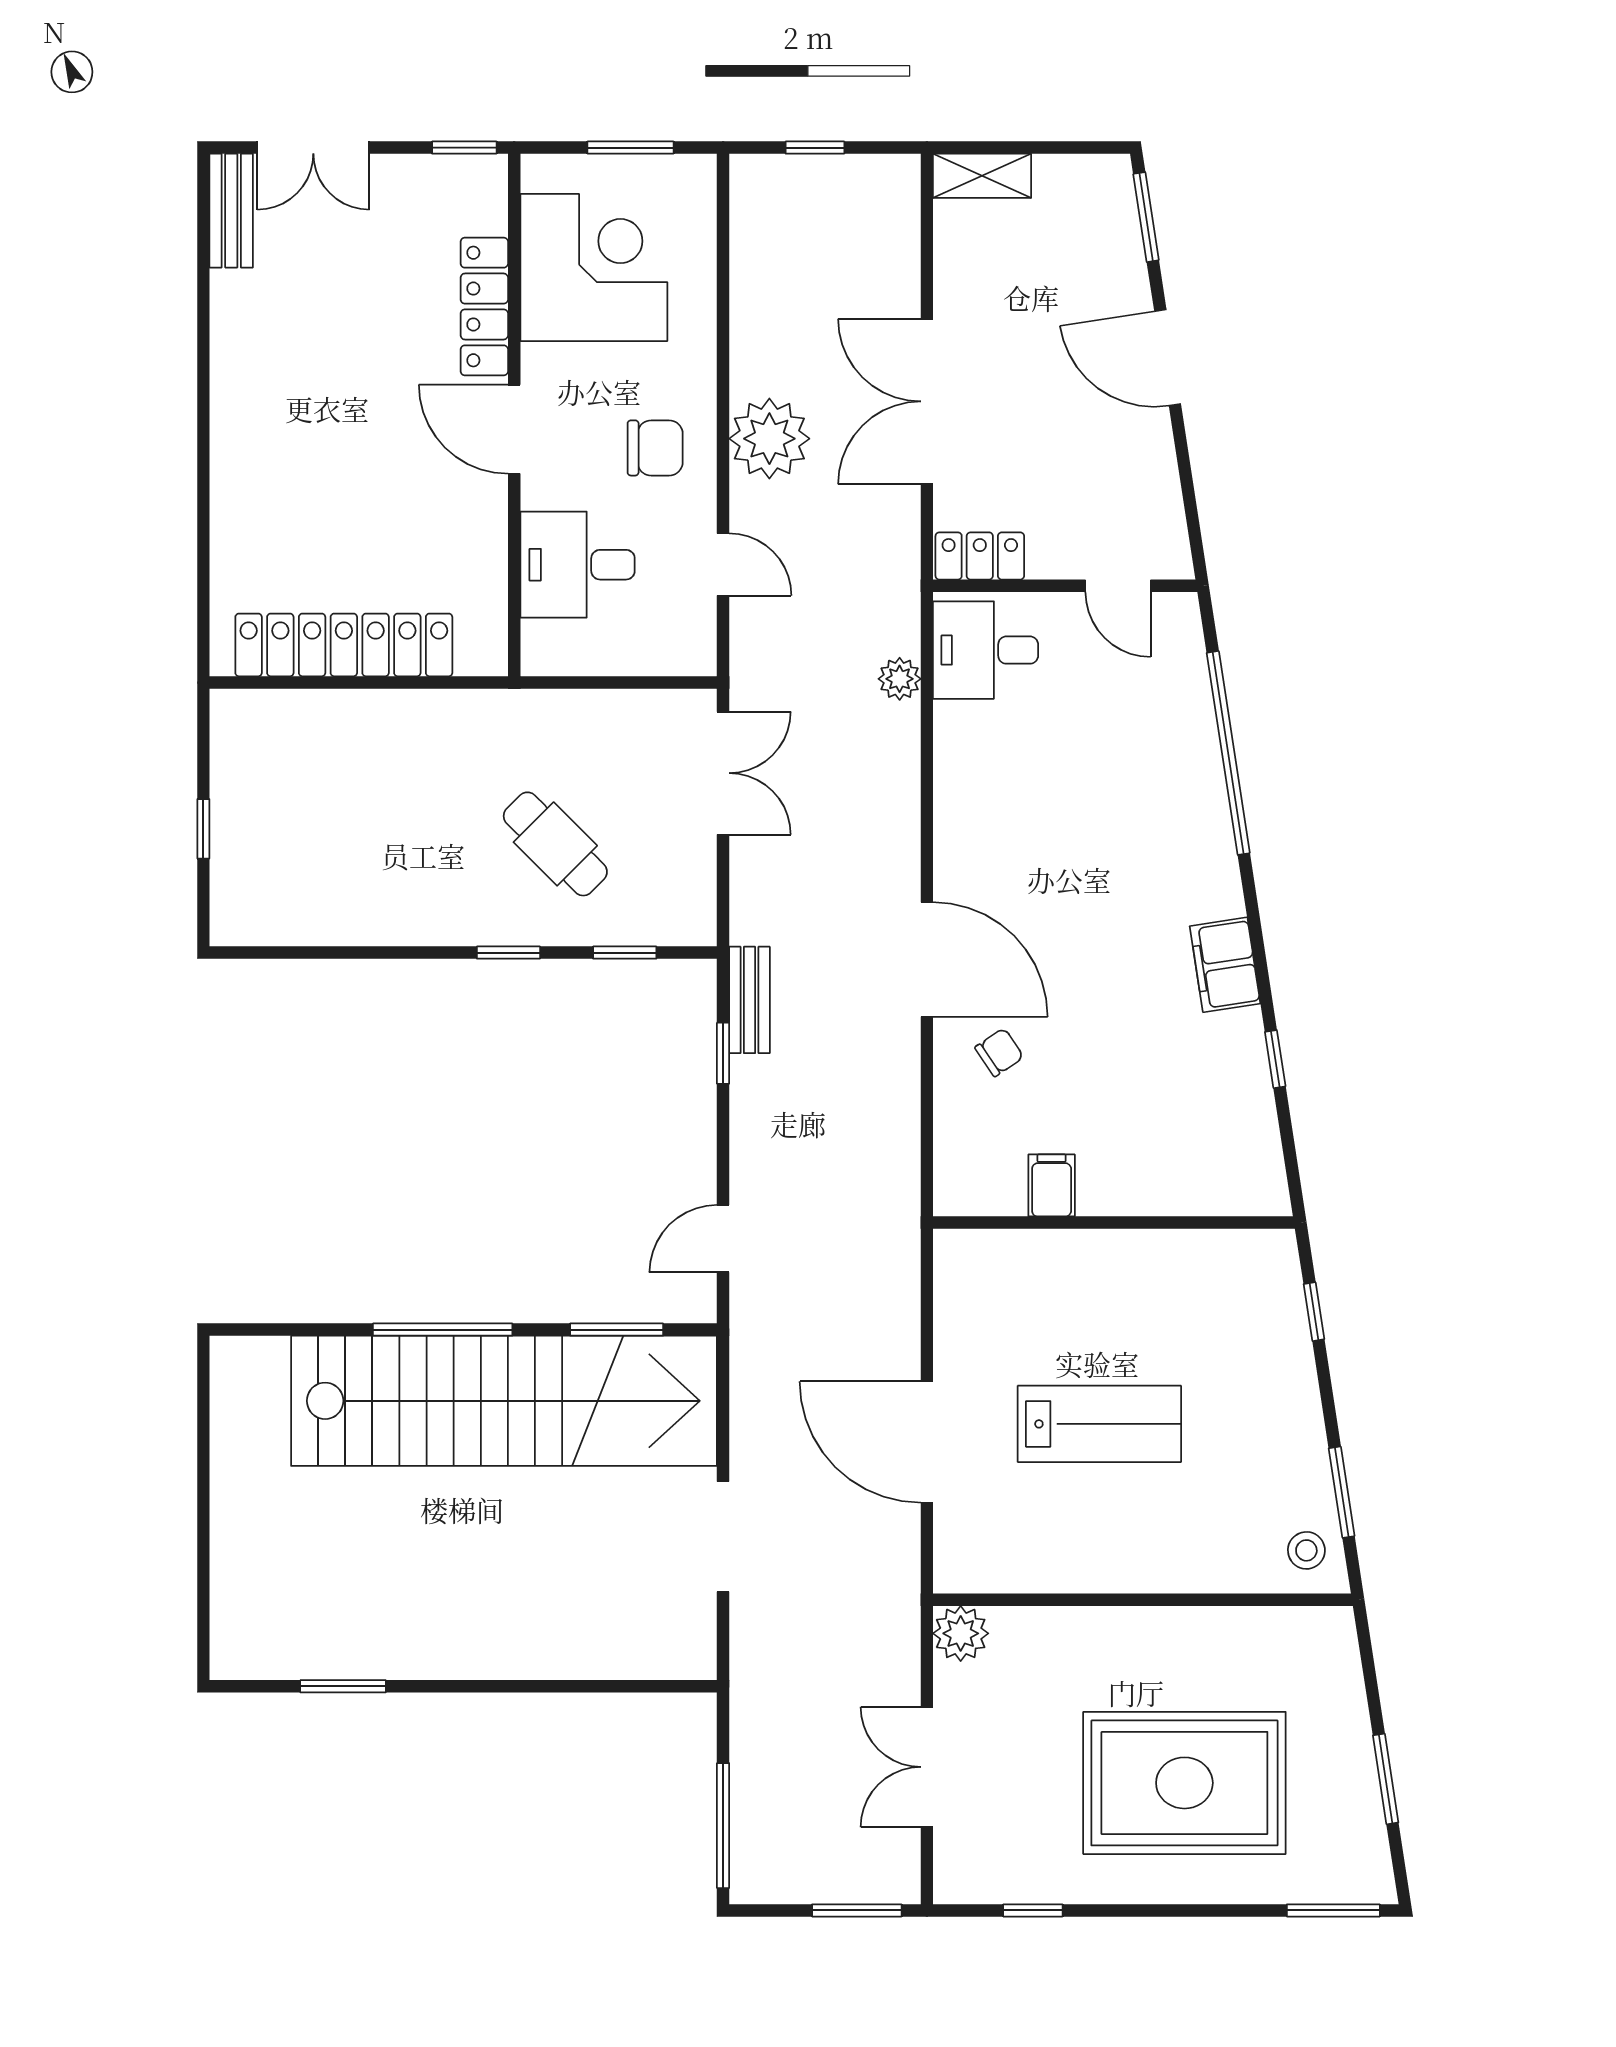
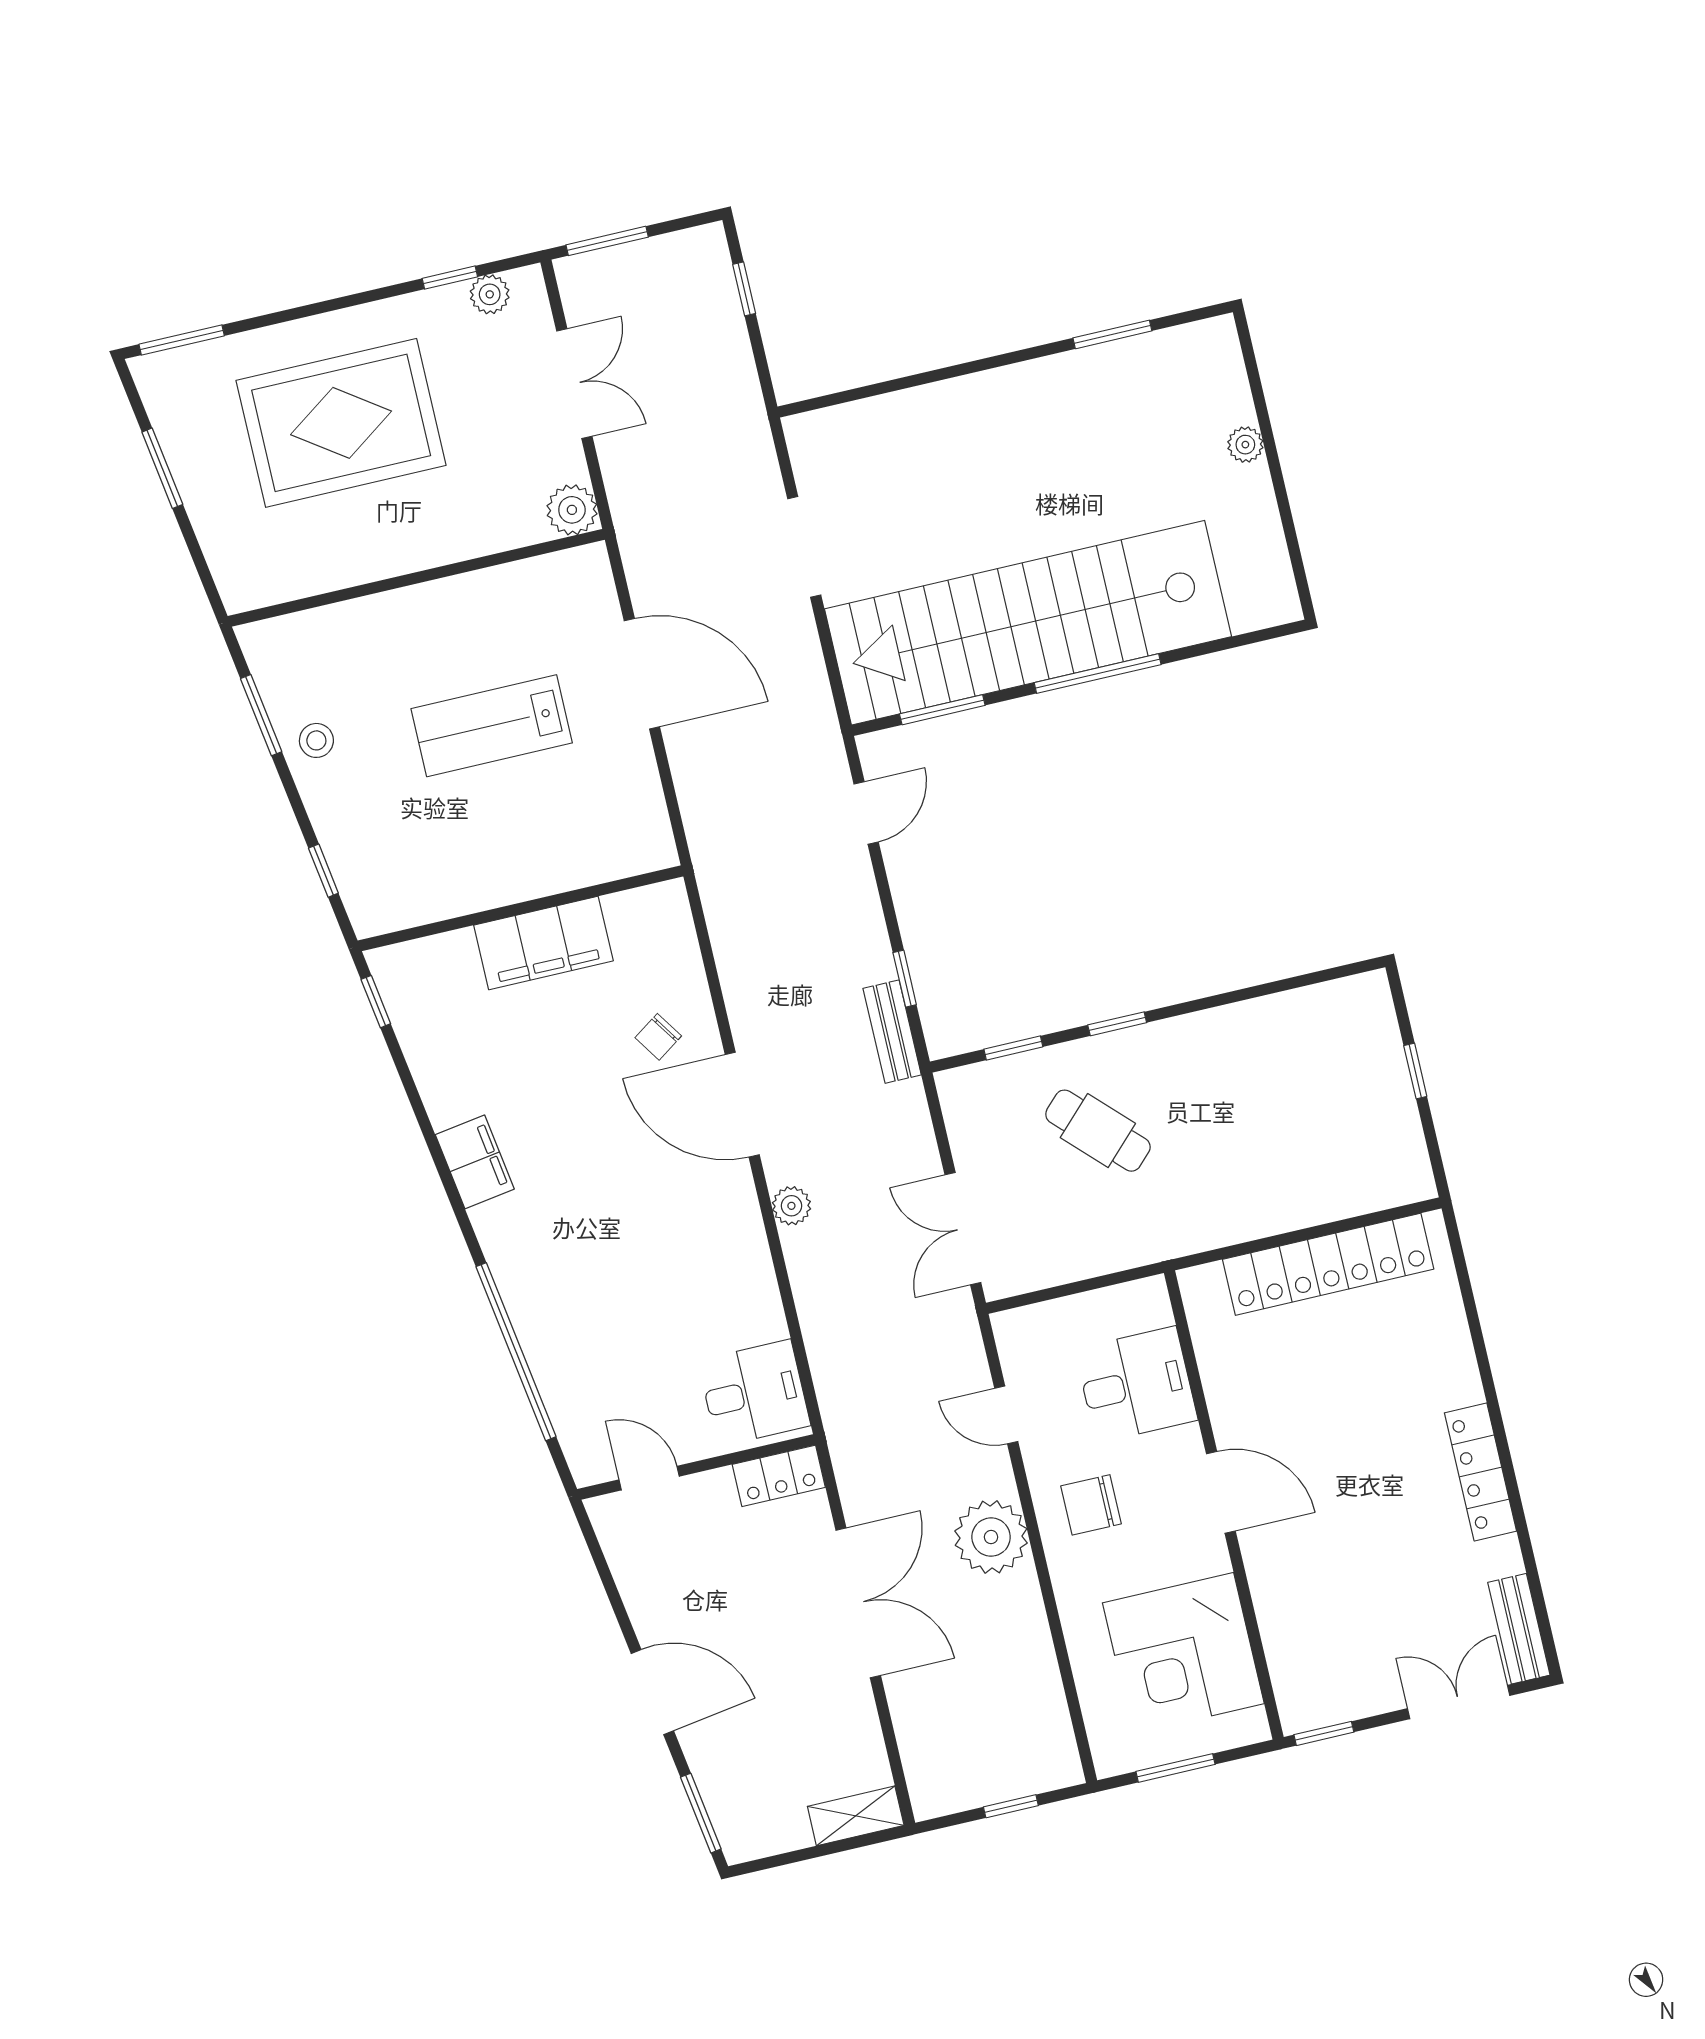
locker: (484, 307) -> (1481, 1472), moved, turned 180
plant: (900, 679) -> (791, 1206), moved
window: (1275, 1059) -> (376, 1002), moved
filing cabinet: (1052, 1185) -> (543, 943), width x3.00, depth x1.17
plant: (229, 1536) -> (1245, 445), added
stool: (1306, 1550) -> (316, 740), moved
window: (723, 1826) -> (744, 289), width x0.46
plant: (995, 1883) -> (490, 294), added

